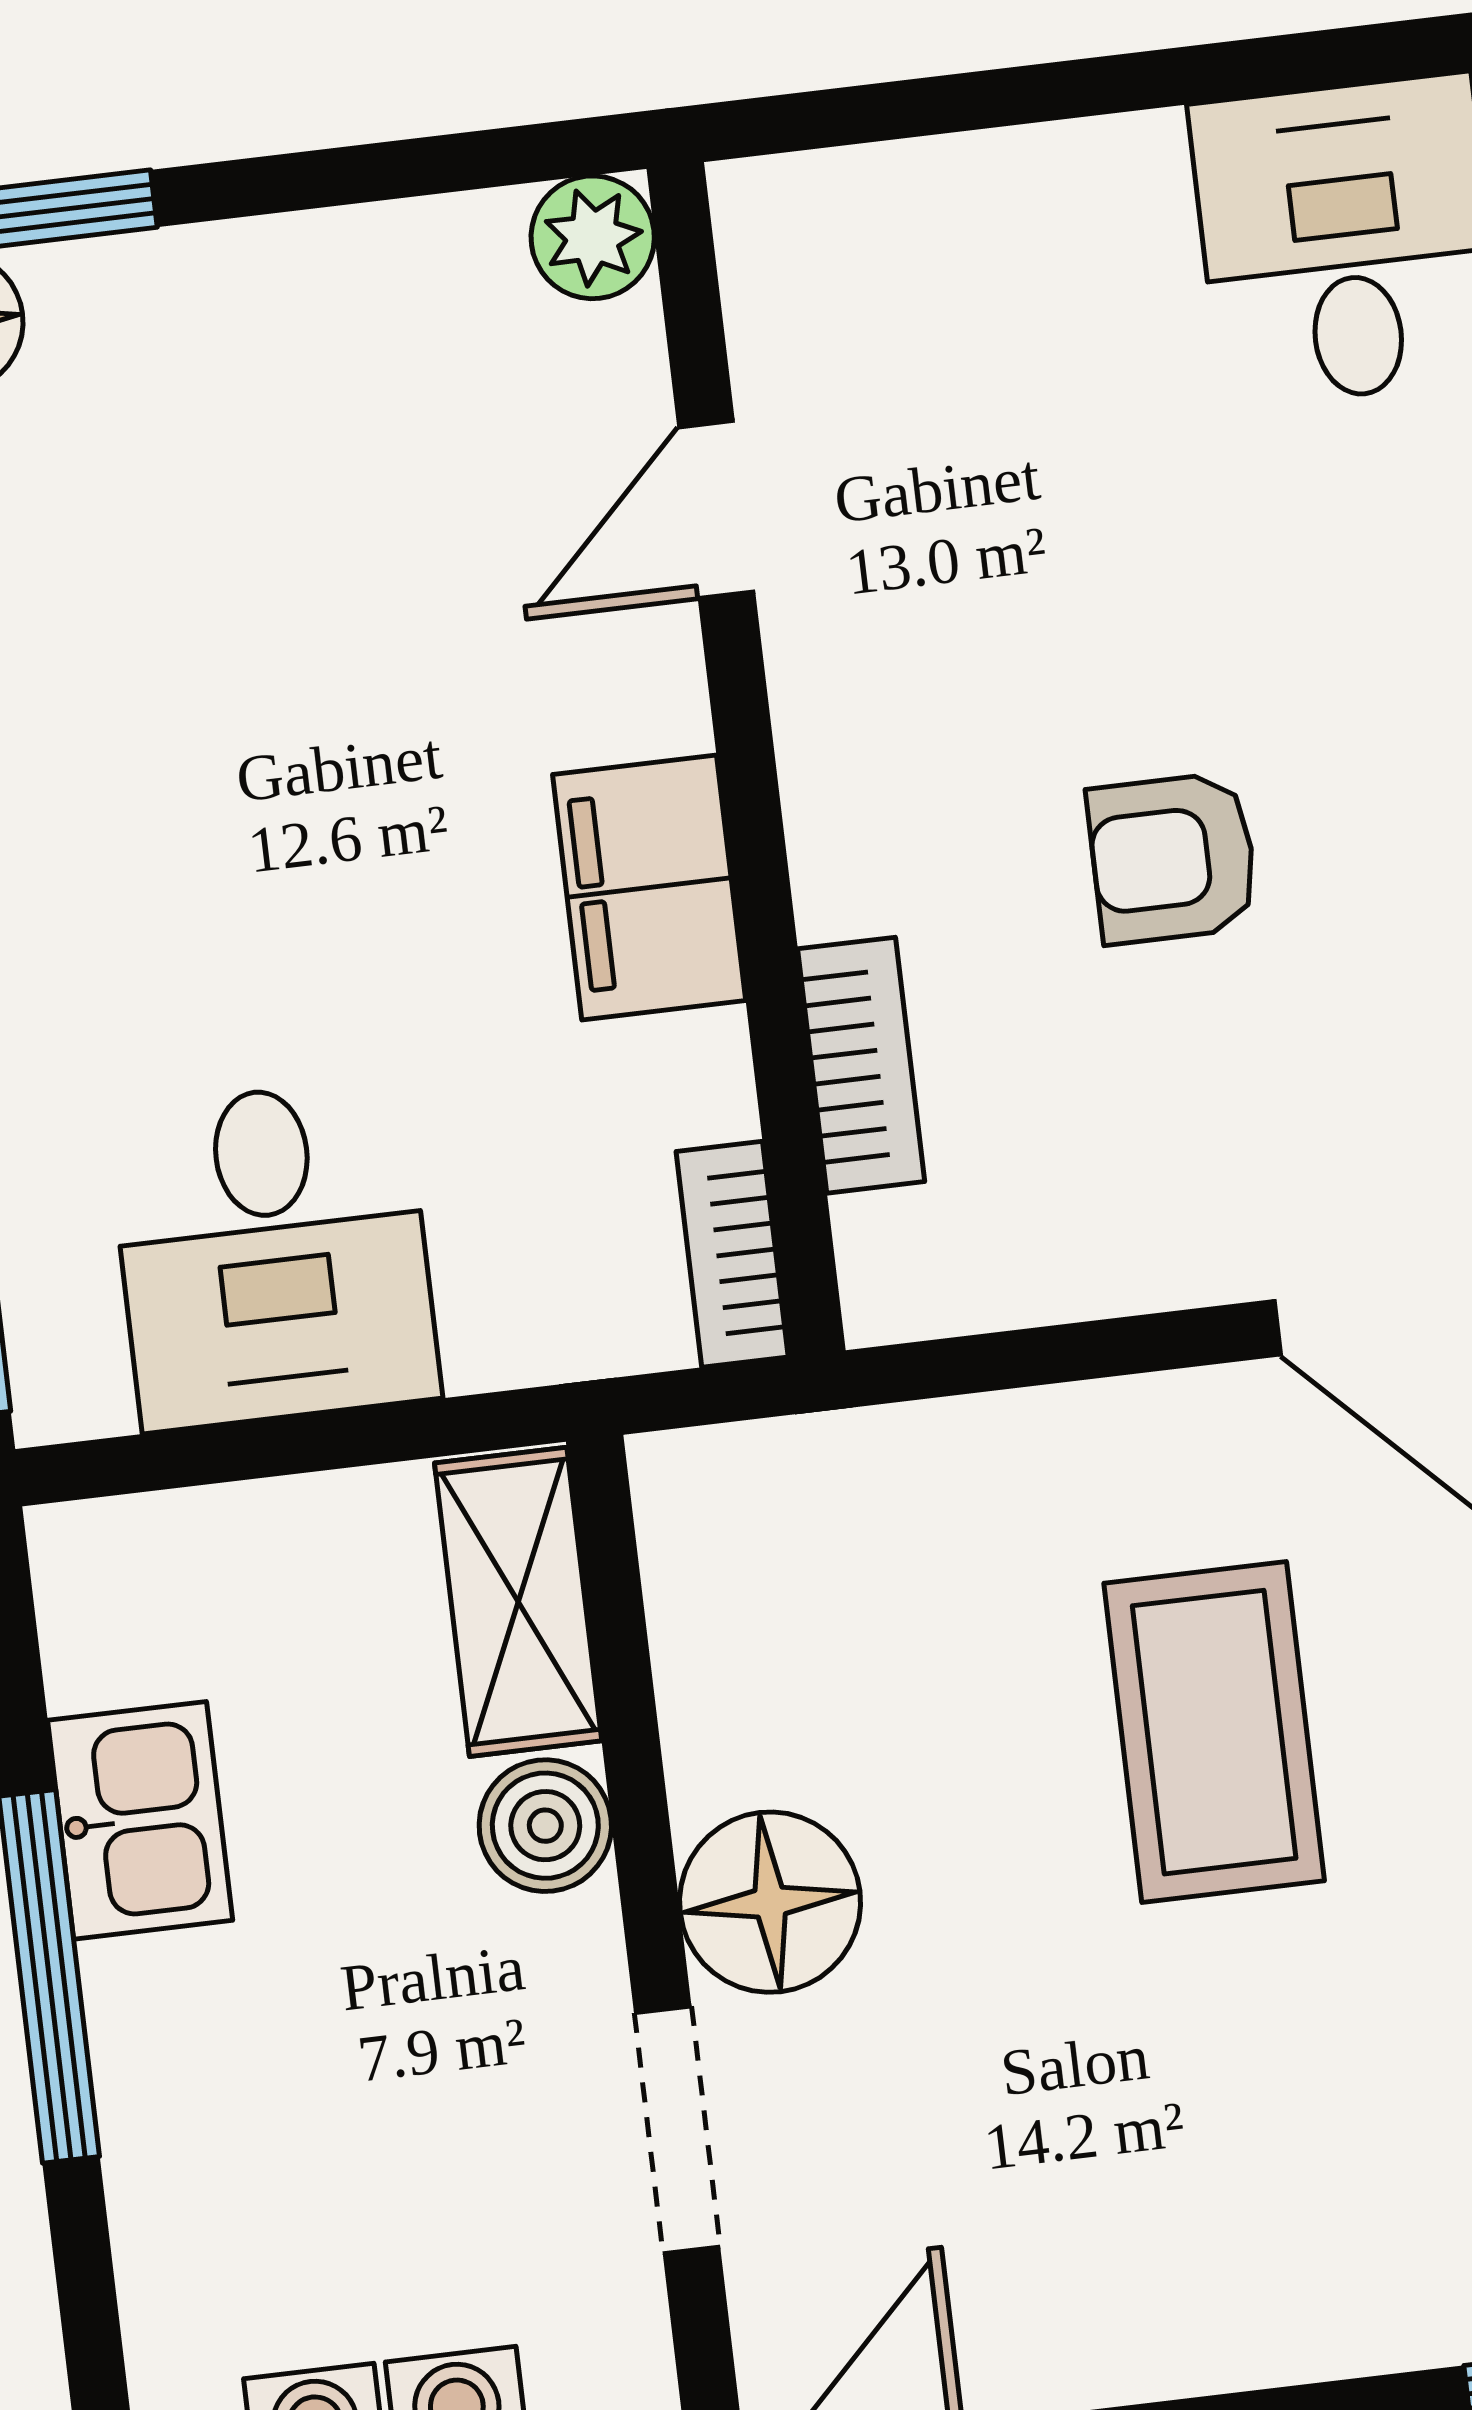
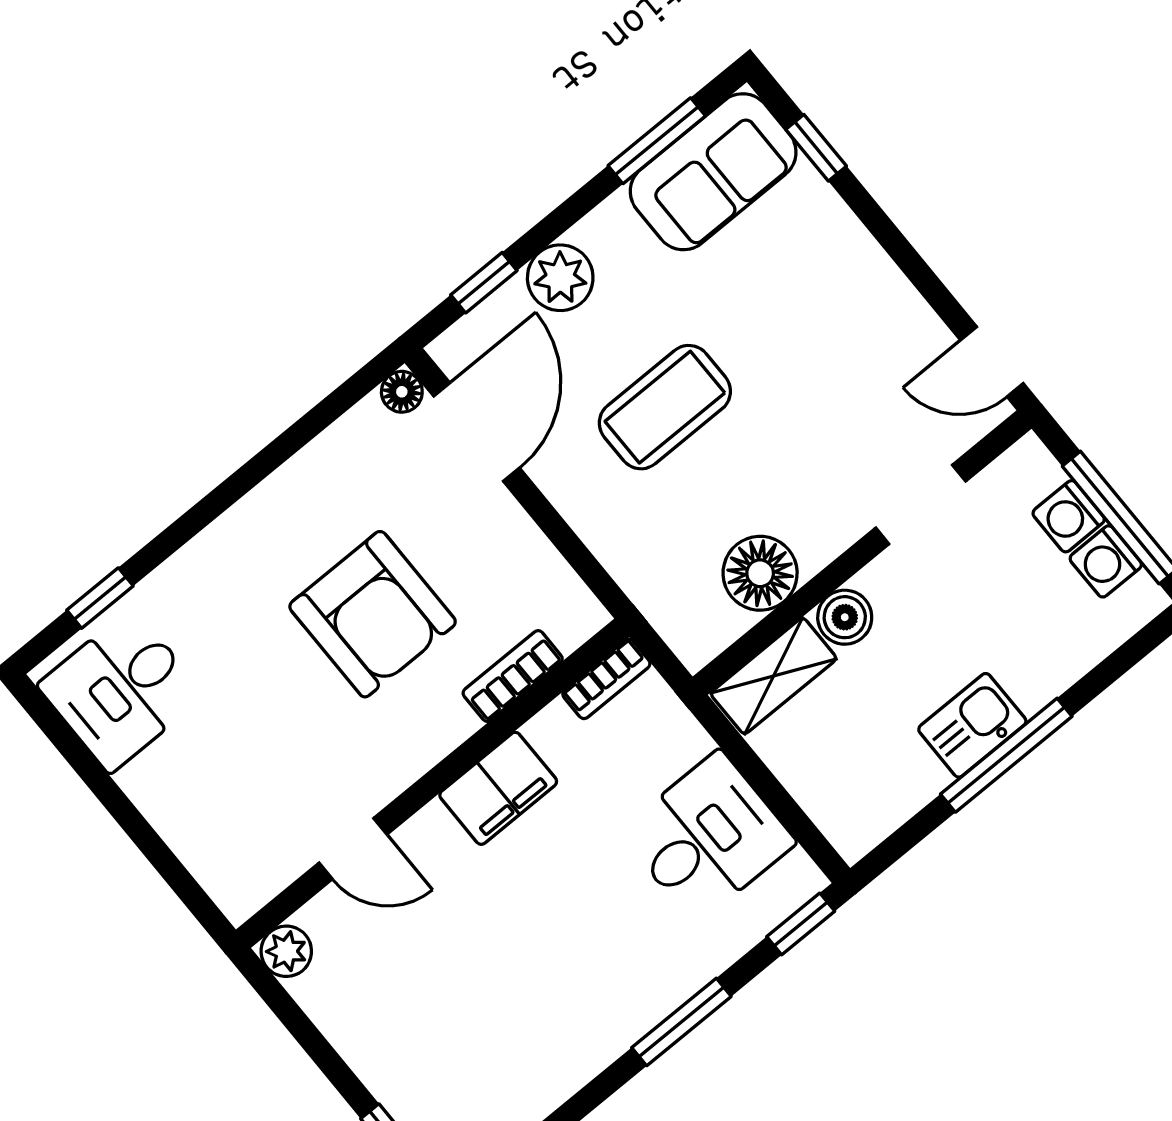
armchair: (1173, 858) -> (373, 614), width x1.88, depth x1.88
kitchen sink: (140, 1820) -> (972, 725), moved
floor lamp: (770, 1902) -> (760, 573), moved

